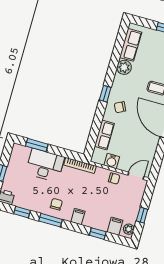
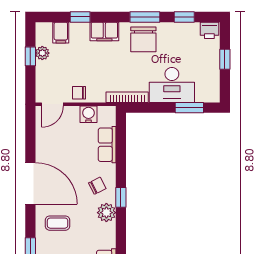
plant: (124, 67) -> (106, 213), moved
chair: (56, 204) -> (143, 39), width x1.87, depth x1.87
filing cabinet: (78, 217) -> (104, 31), width x2.00
plant: (129, 229) -> (42, 53), moved

